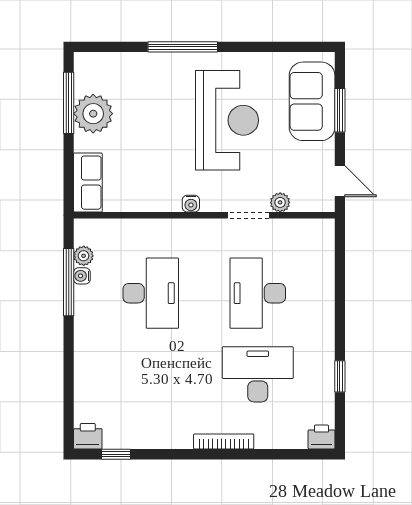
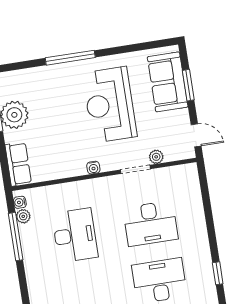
reception desk: (227, 120) -> (110, 105), turned 180
water cooler: (82, 276) -> (20, 202), moved
desk: (258, 293) -> (150, 223), turned -90

